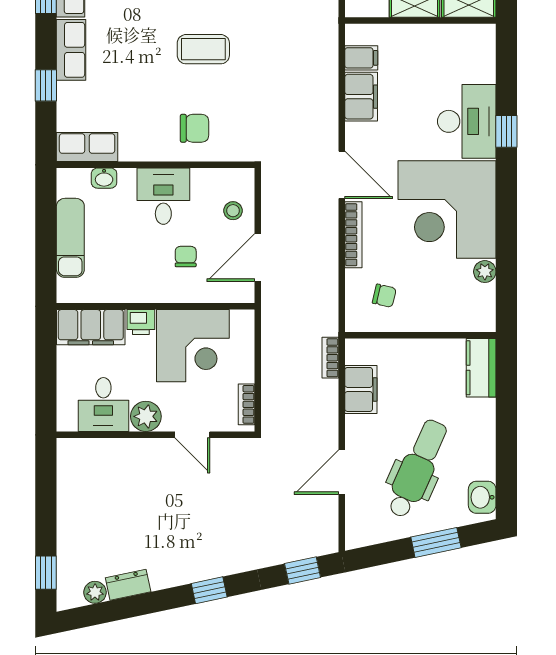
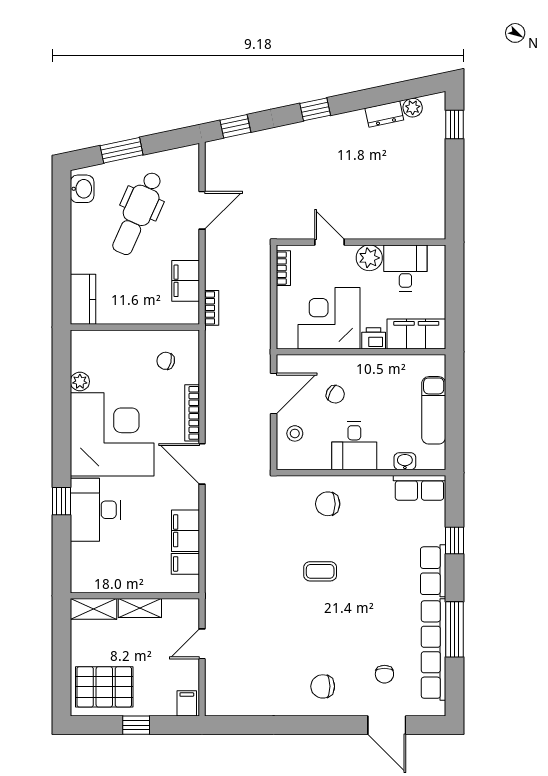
coffee table: (203, 49) -> (320, 571), width x0.73, depth x0.77
chair: (186, 257) -> (335, 394), turned -62

